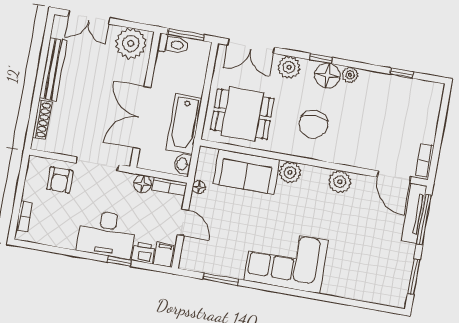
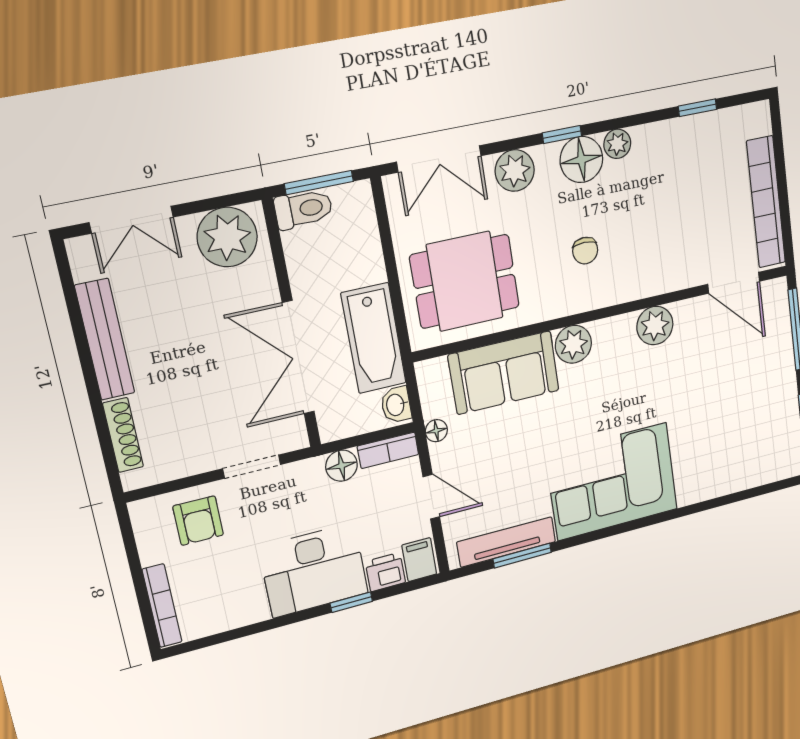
chair: (313, 124) -> (585, 251), width x0.54, depth x0.54
bookcase: (425, 161) -> (766, 202), width x2.31, depth x1.31
doorway: (97, 164) -> (252, 467), width x0.73
tv unit: (414, 213) -> (506, 542), moved, turned 90
bookcase: (24, 216) -> (162, 606), width x1.56

